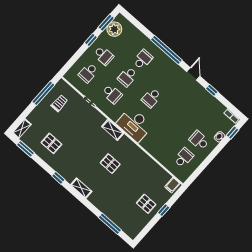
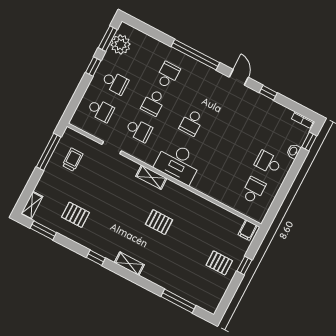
school desk: (88, 73) -> (101, 110), turned -90

